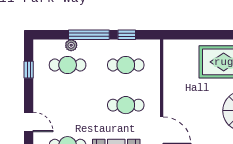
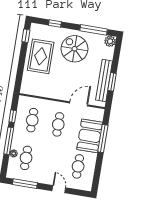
window: (29, 70) -> (25, 184), width x2.17
door: (29, 122) -> (59, 189), hinge flipped

